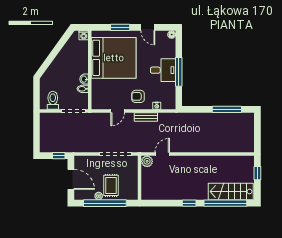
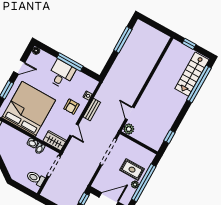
wardrobe: (98, 99) -> (55, 141), added
window: (189, 203) -> (169, 137), moved

